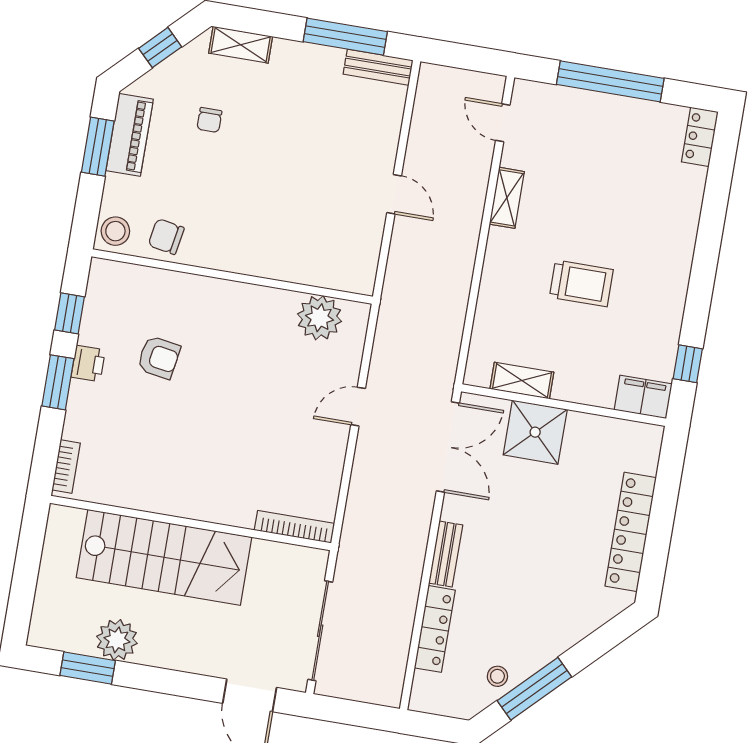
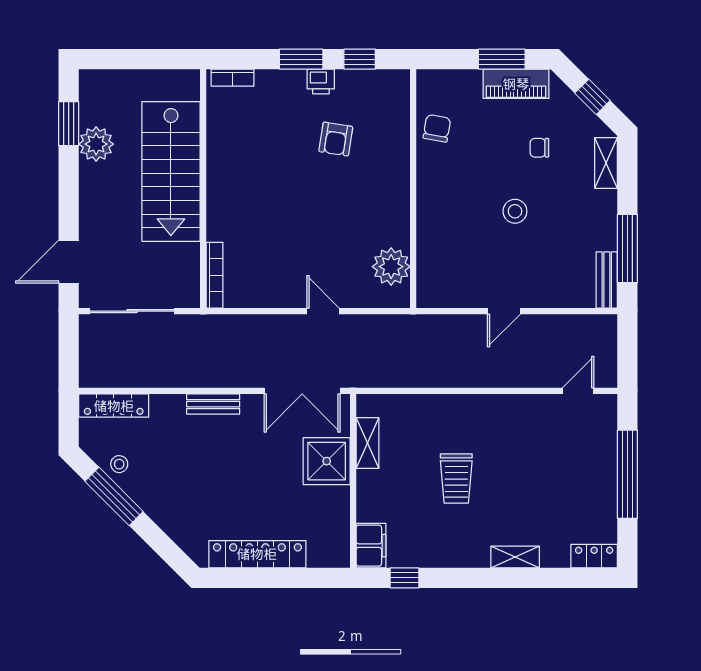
shelving: (507, 198) -> (515, 557), moved
stool: (115, 231) -> (515, 211), moved
locker: (435, 629) -> (114, 406), moved

